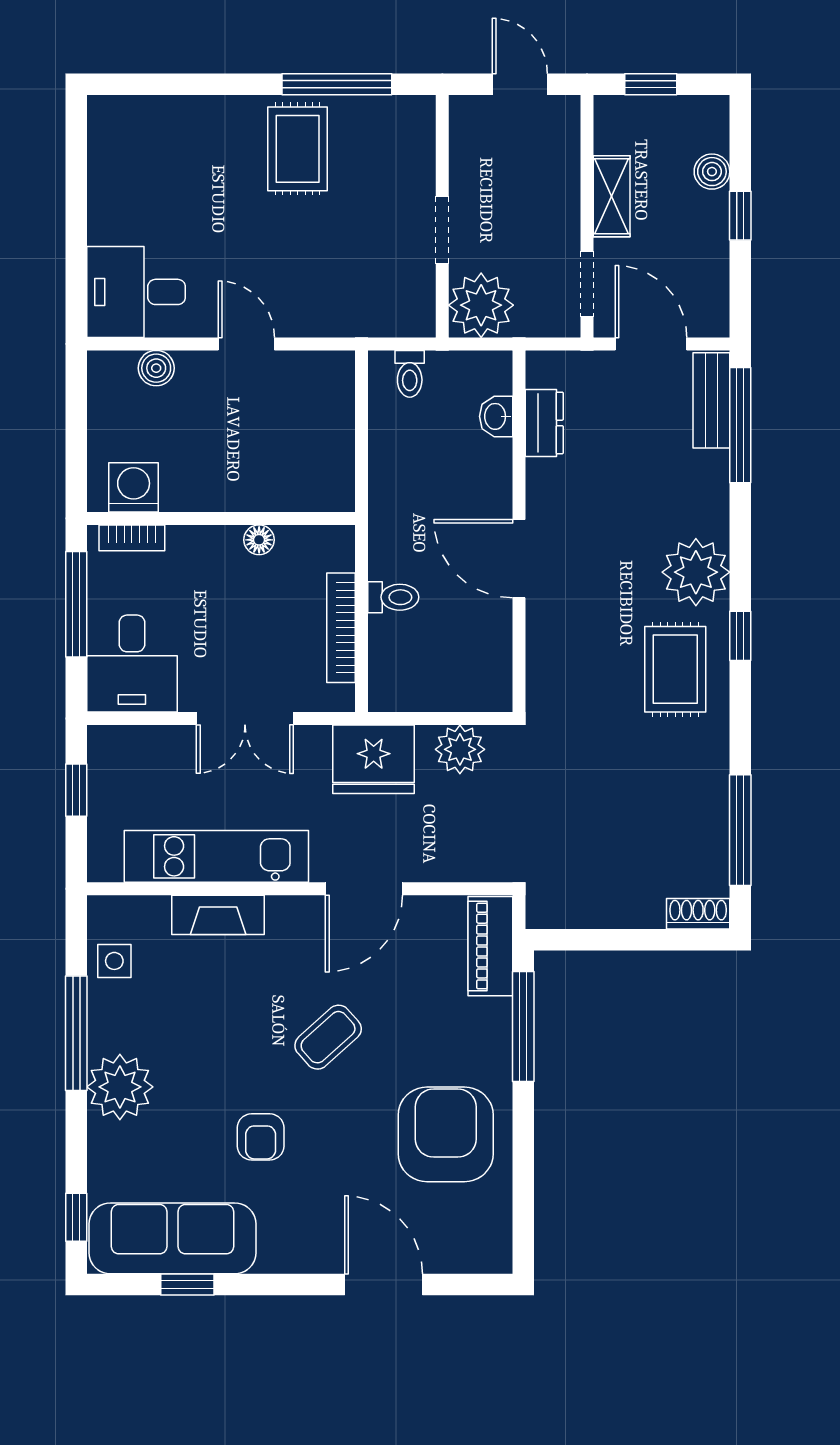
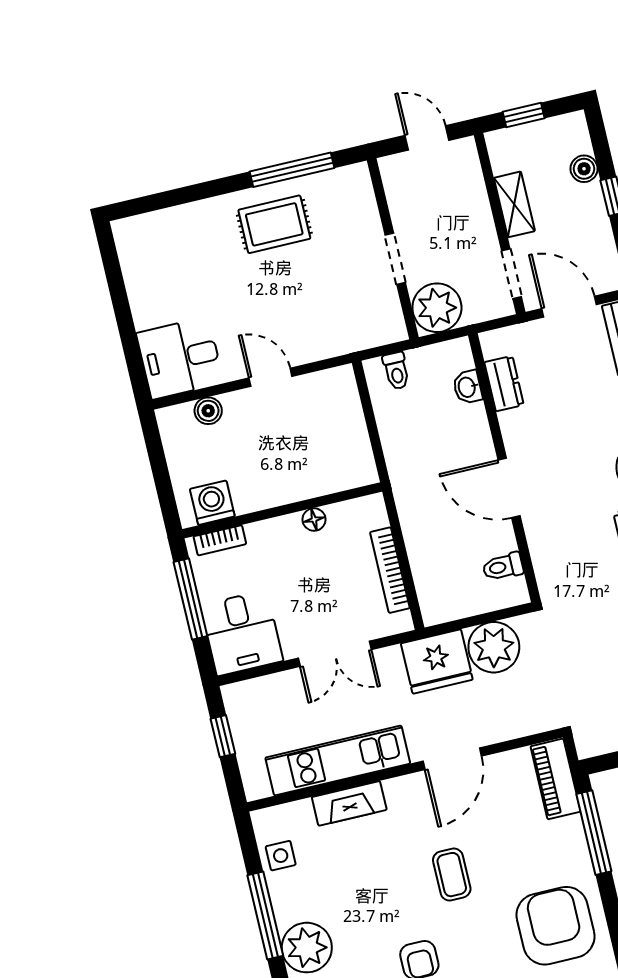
rug: (298, 149) -> (274, 224), turned 90
toilet: (393, 597) -> (503, 567), moved, turned 180
plant: (460, 749) -> (494, 647), width x1.36, depth x1.36
coffee table: (328, 1037) -> (452, 875), turned -48

